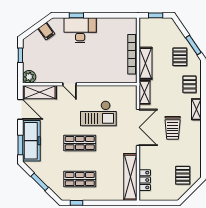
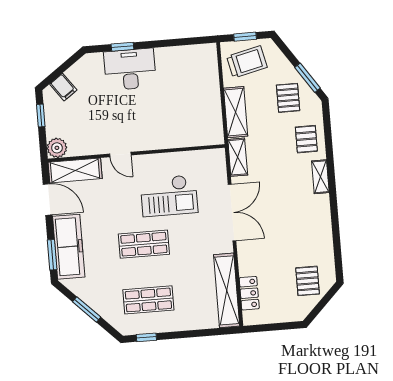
filing cabinet: (46, 31) -> (63, 87), moved
bookcase: (132, 54) -> (214, 100), removed
trolley: (173, 128) -> (247, 62), moved, turned -103

